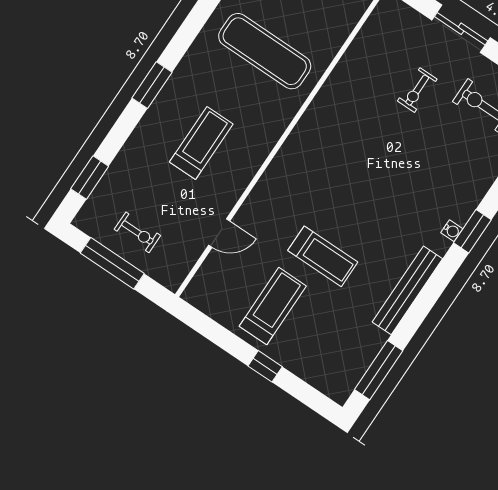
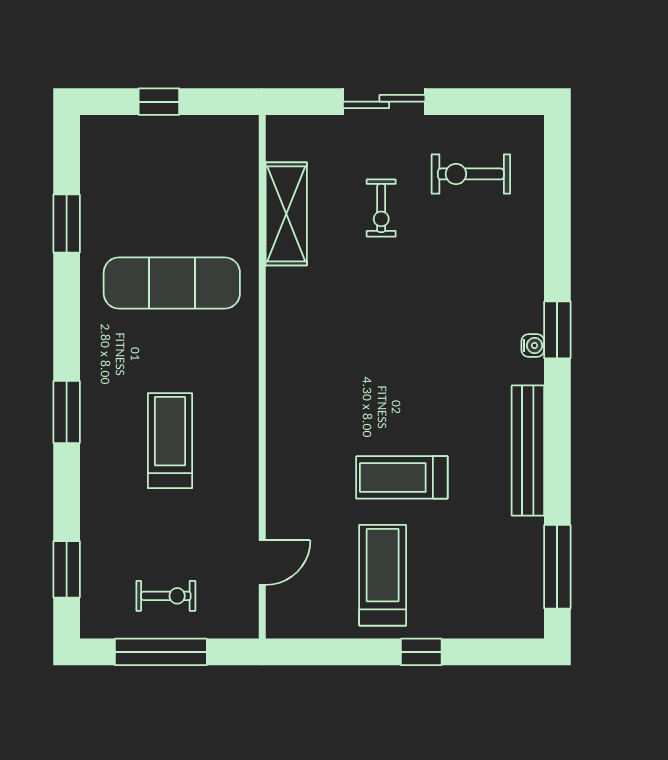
shelving: (359, 56) -> (286, 214), added
door: (219, 233) -> (262, 563), moved
treadmill: (323, 256) -> (402, 477), turned 180

